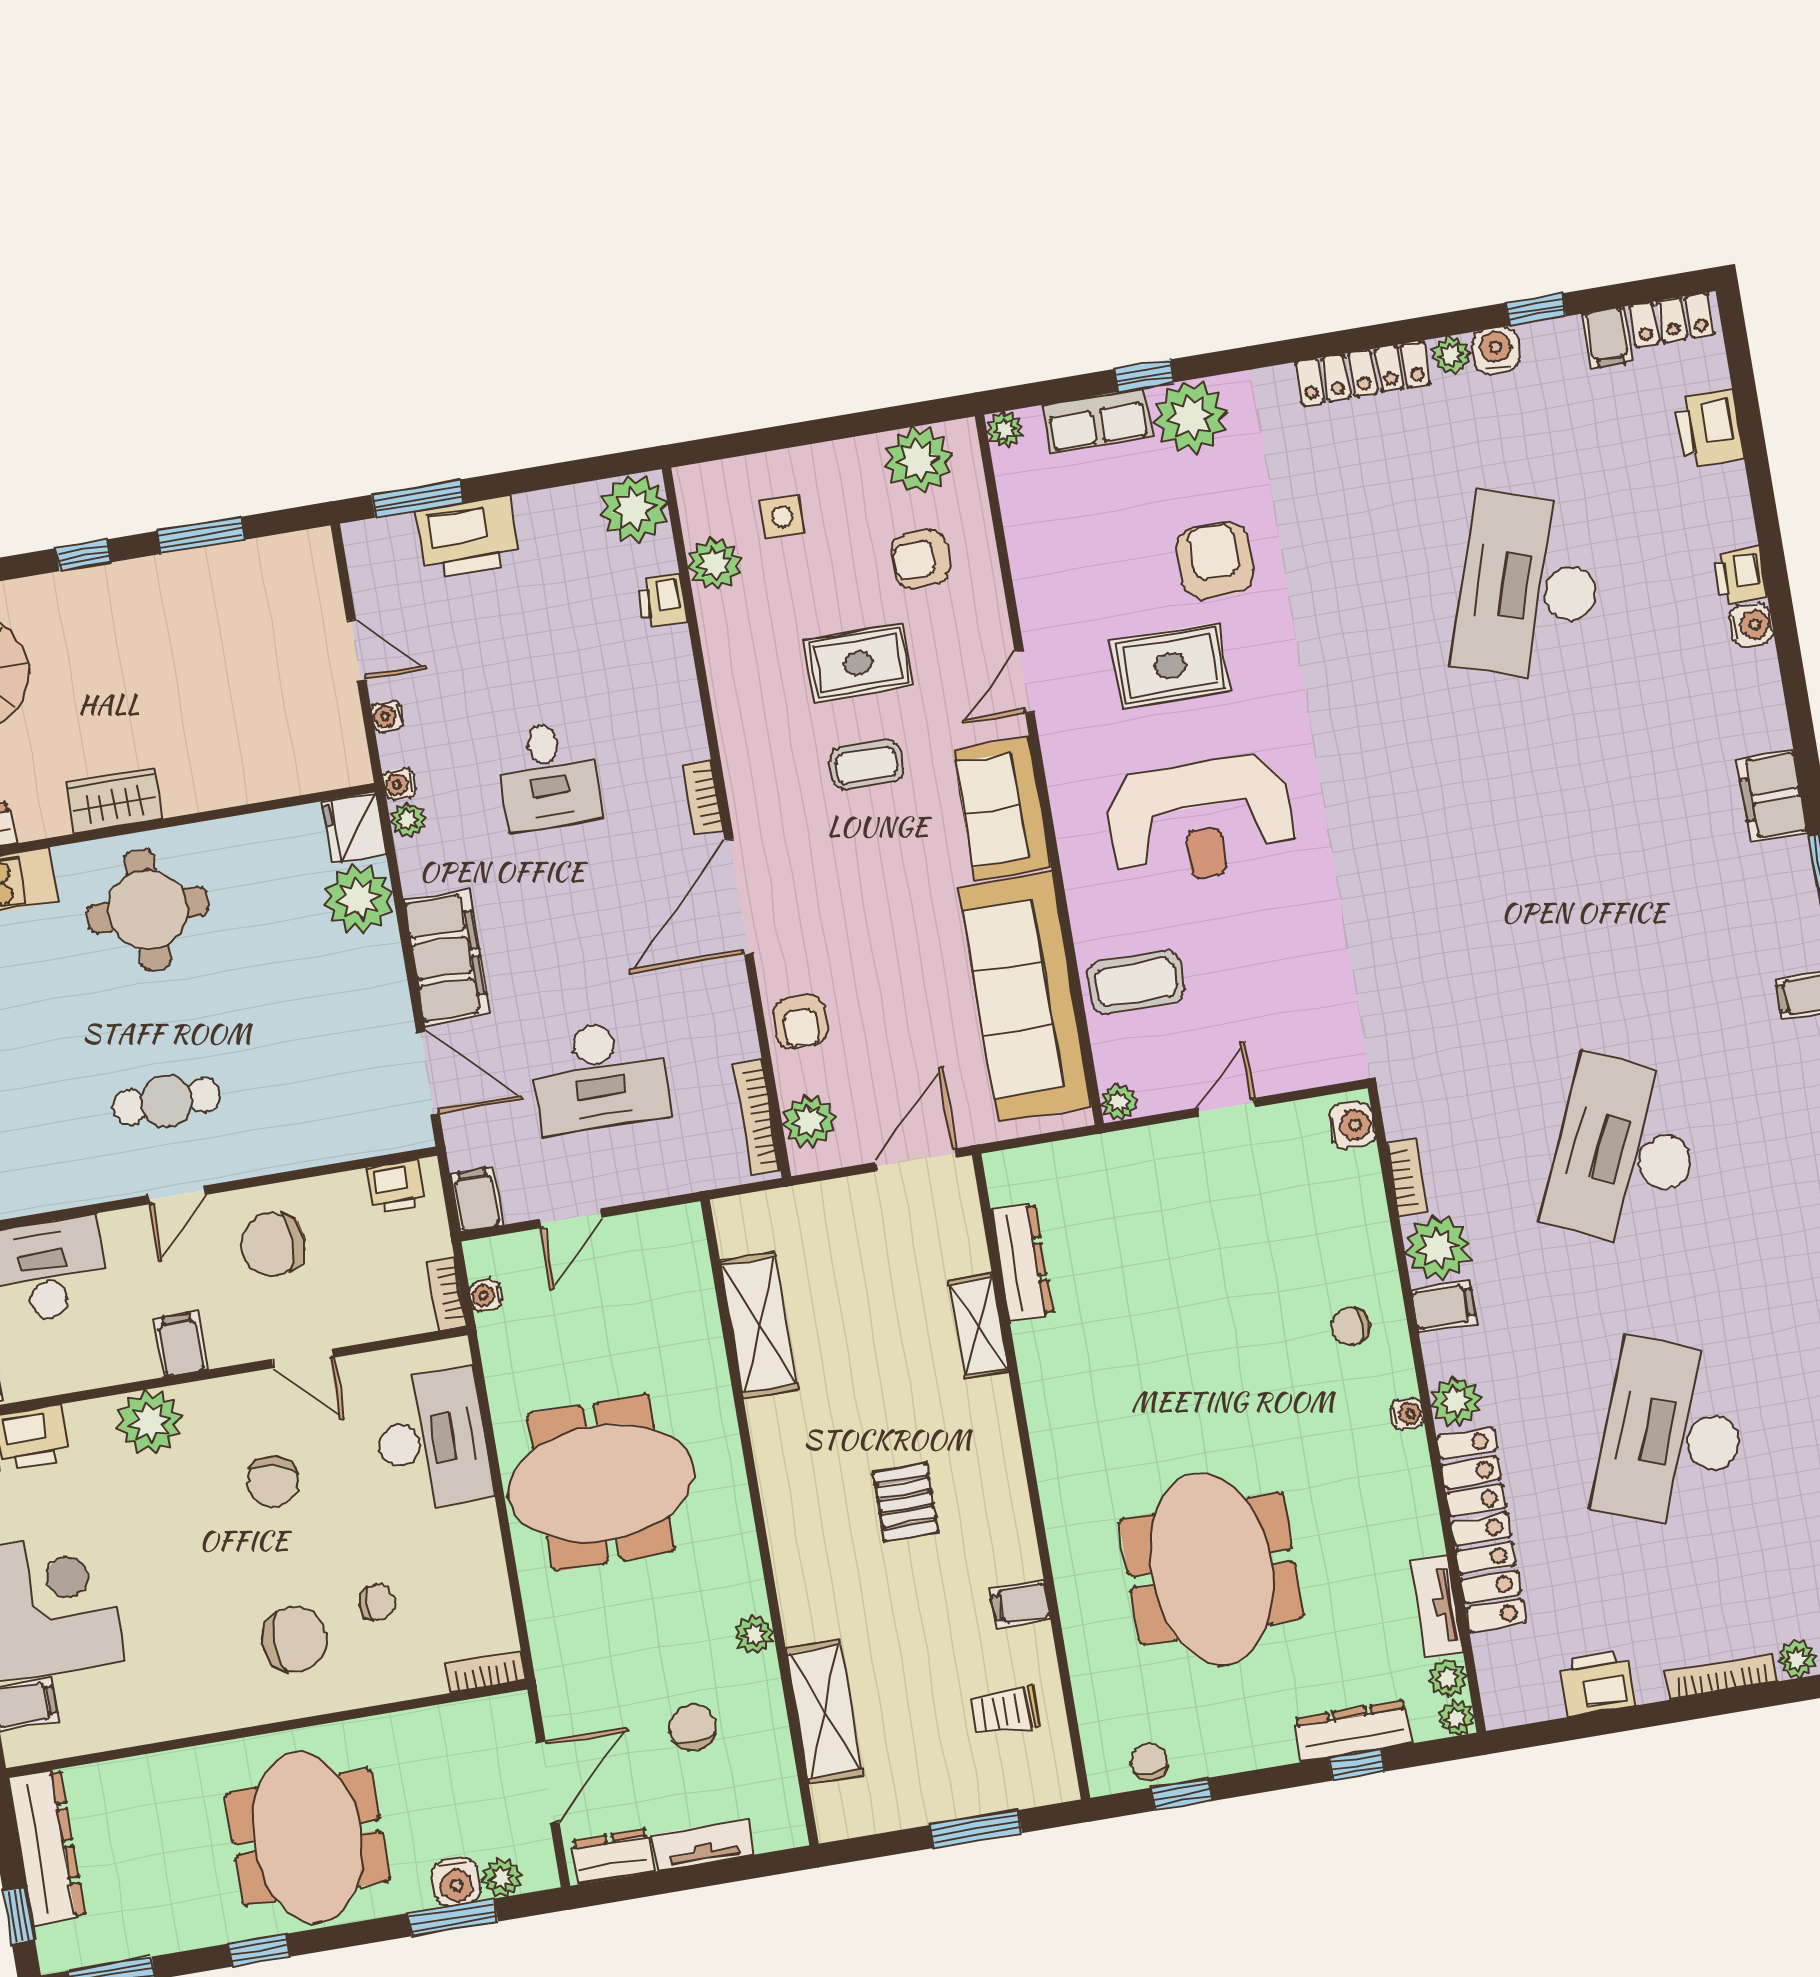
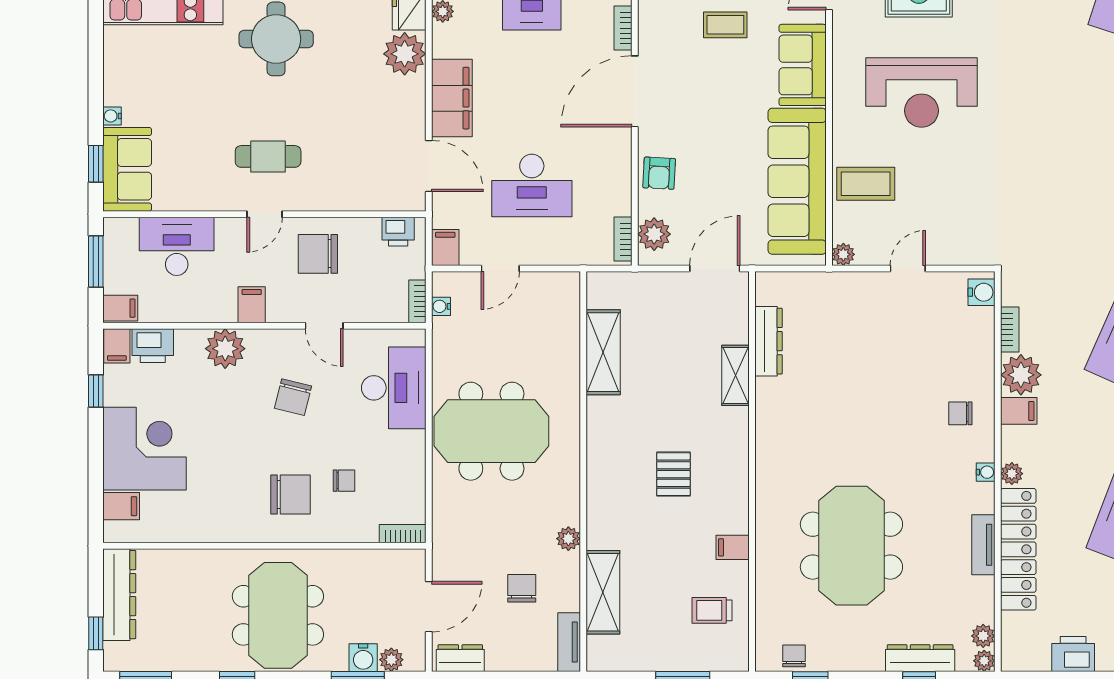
bookcase: (757, 1117) -> (623, 239), width x0.64
plant: (1456, 1401) -> (1012, 474), width x0.73, depth x0.73
tv unit: (1436, 1607) -> (983, 545), moved
tv unit: (703, 1845) -> (569, 642), moved, turned -90

